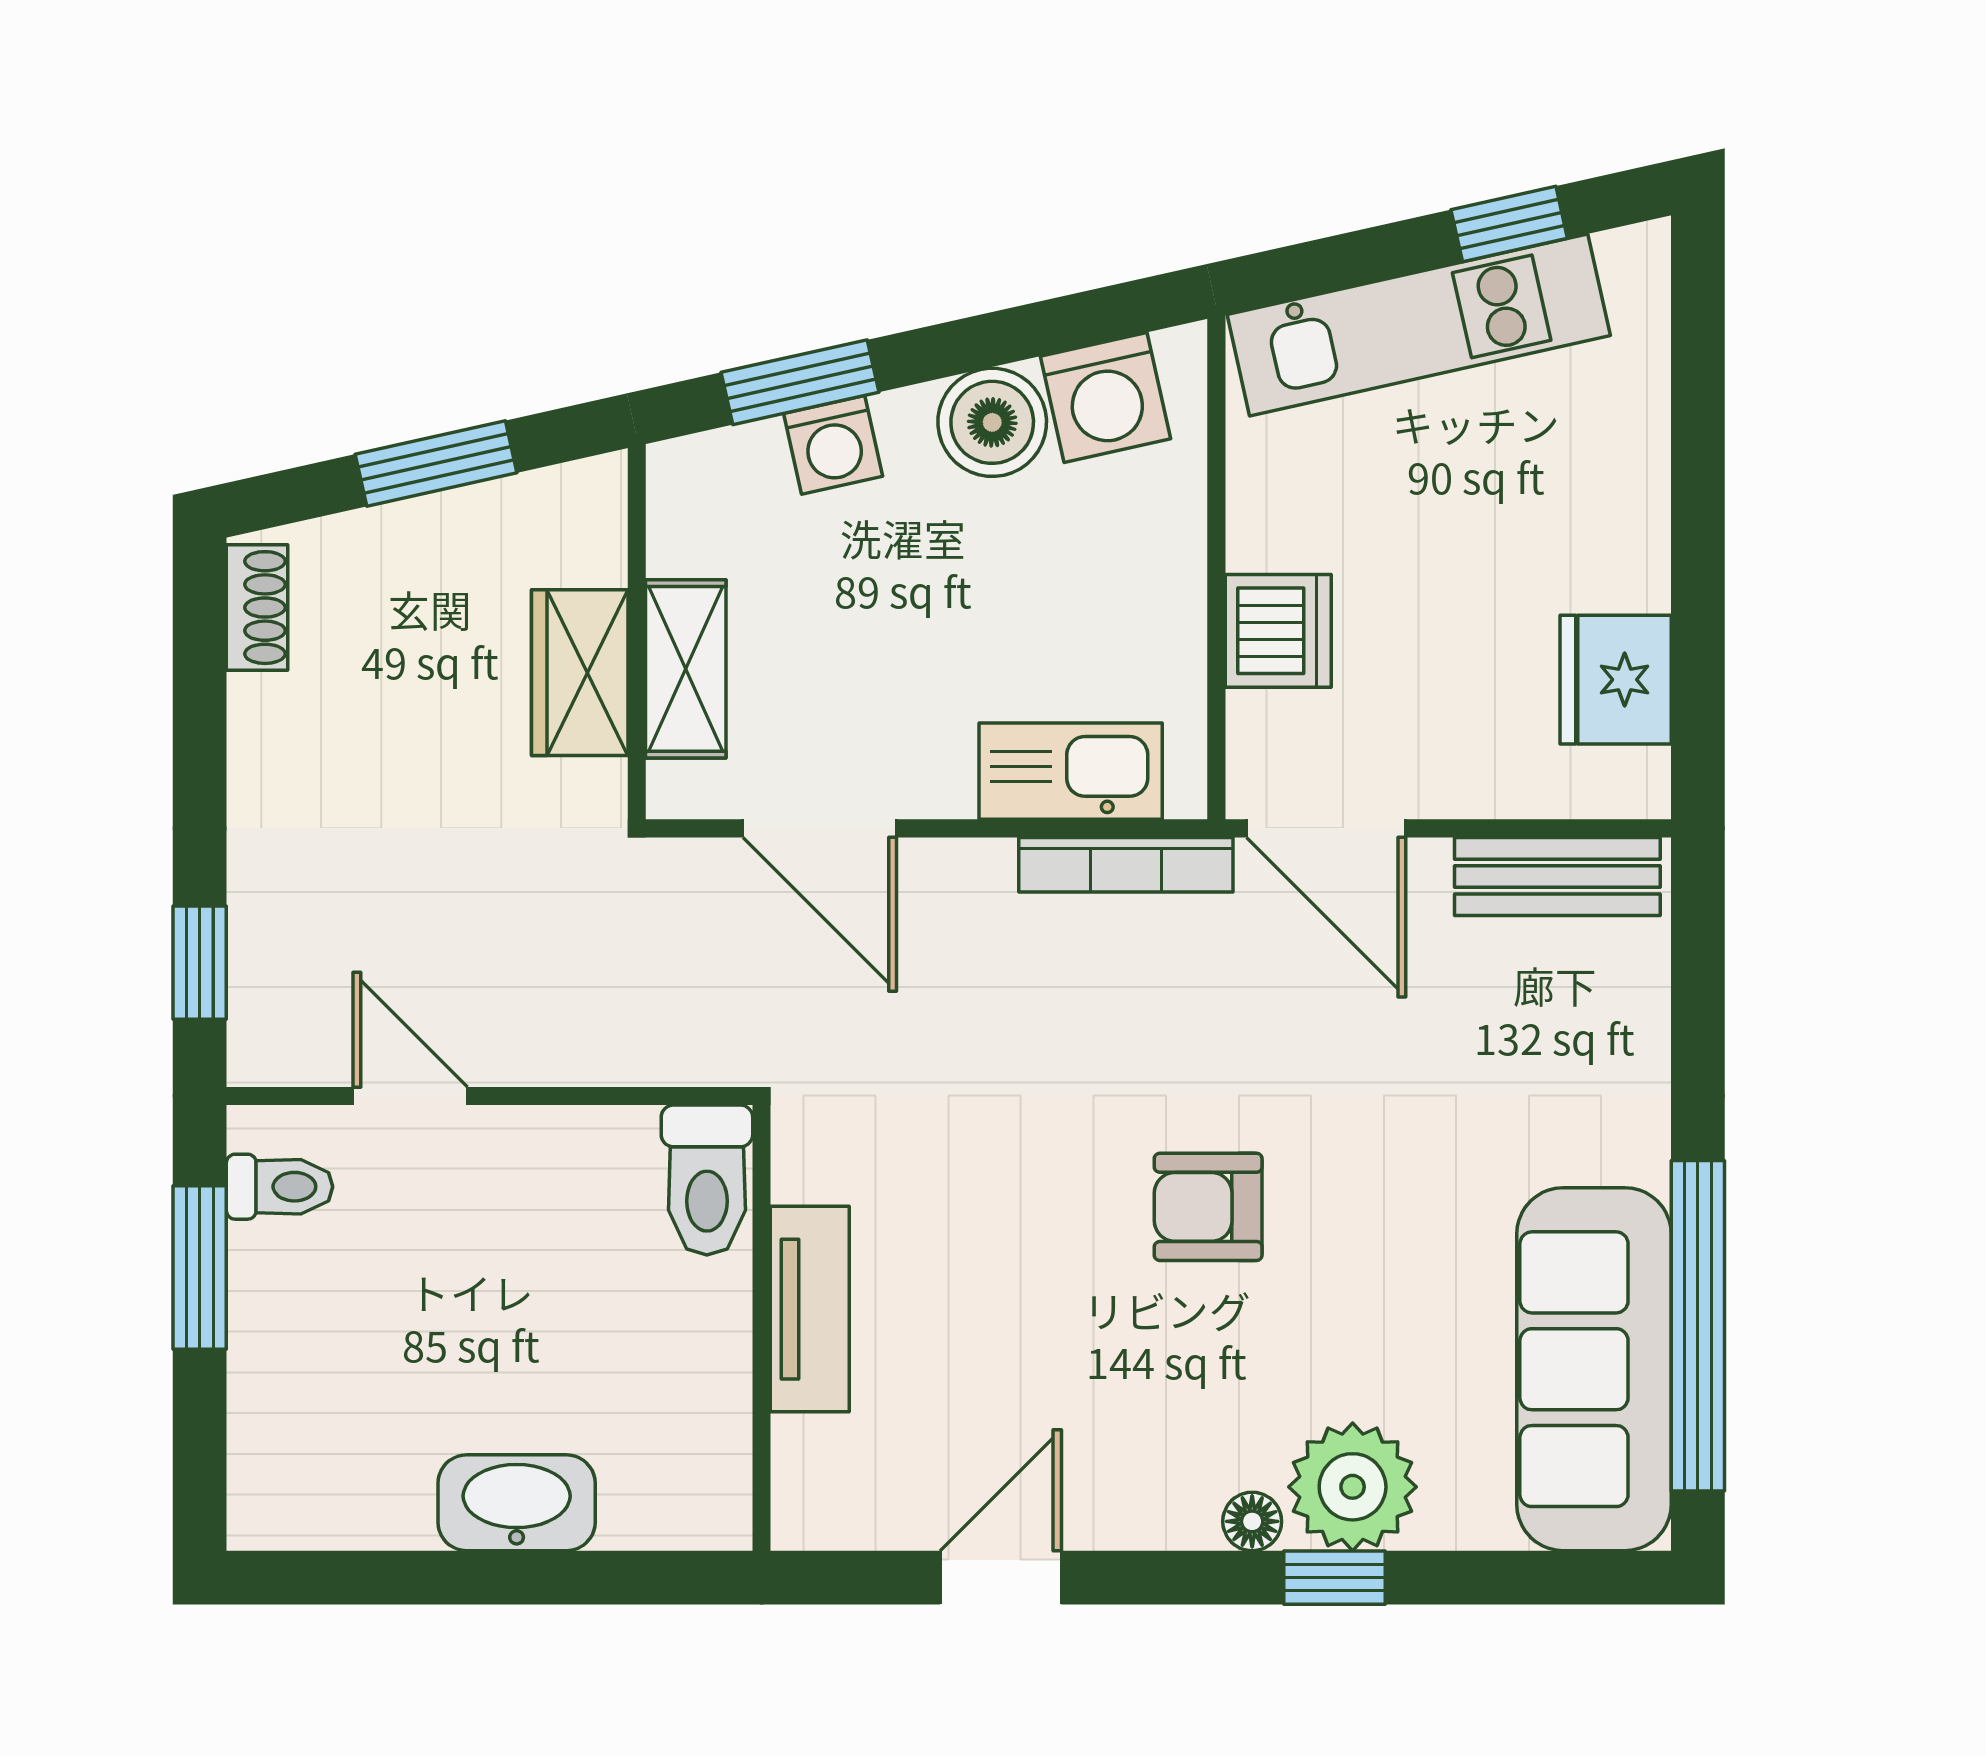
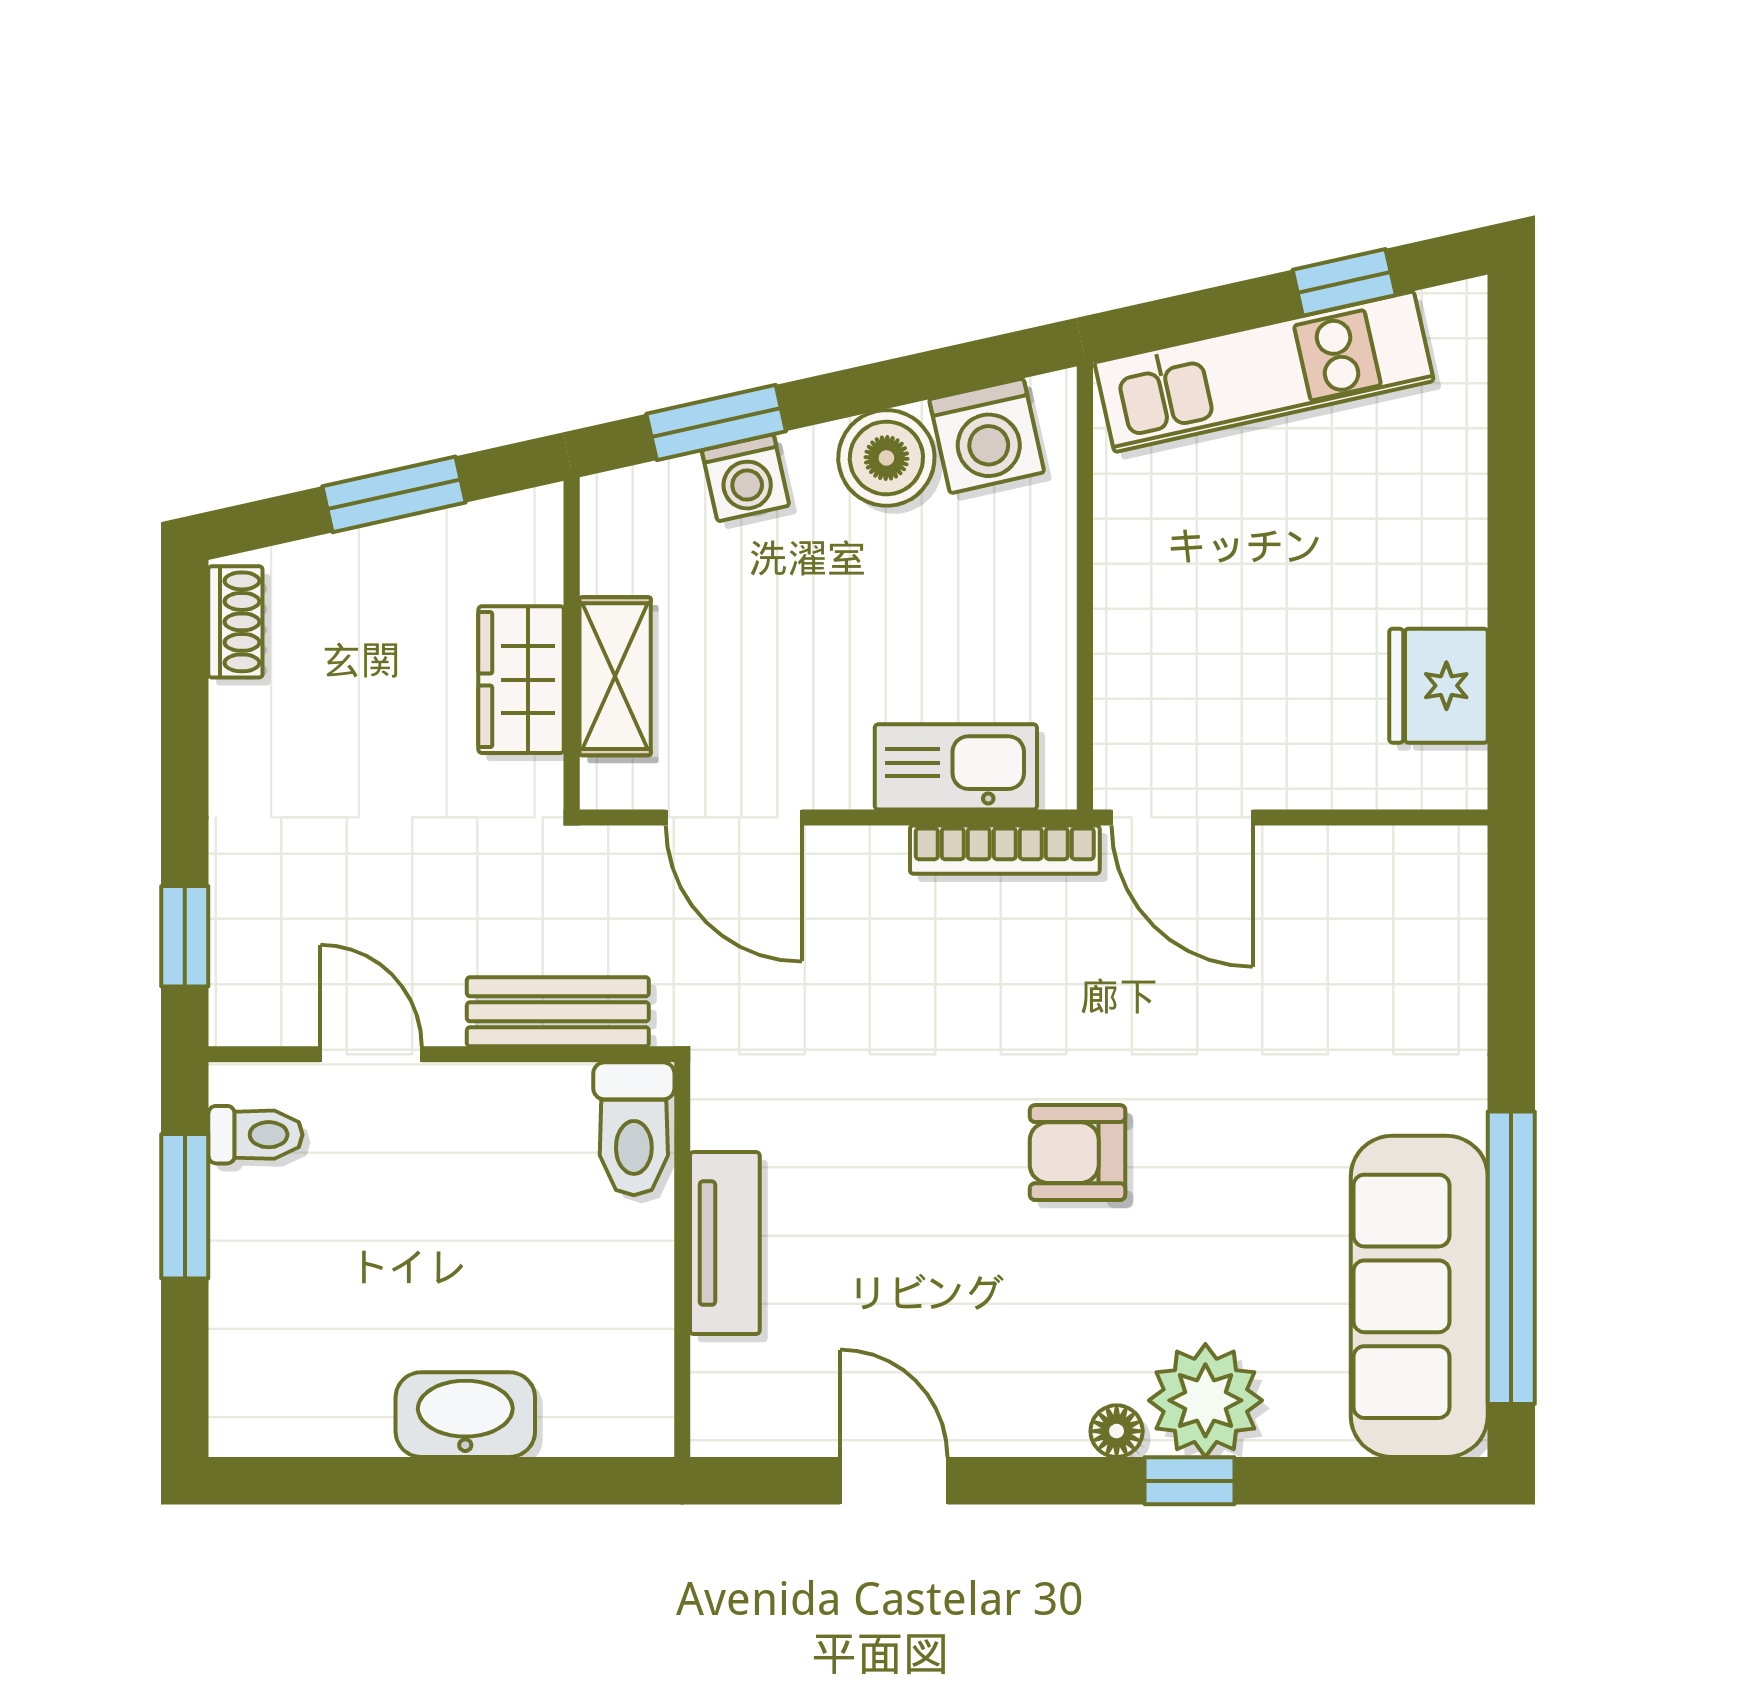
dishwasher: (1278, 631) -> (1140, 642), removed
bench: (1557, 877) -> (558, 1012), moved
door: (1001, 1578) -> (894, 1481), hinge flipped

